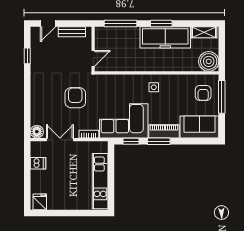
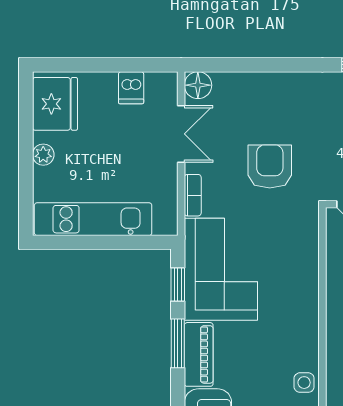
side table: (154, 87) -> (304, 383), moved
armchair: (75, 98) -> (270, 166), turned -90
fridge: (40, 202) -> (55, 104), width x1.88, depth x1.34
plant: (70, 205) -> (43, 155), added

